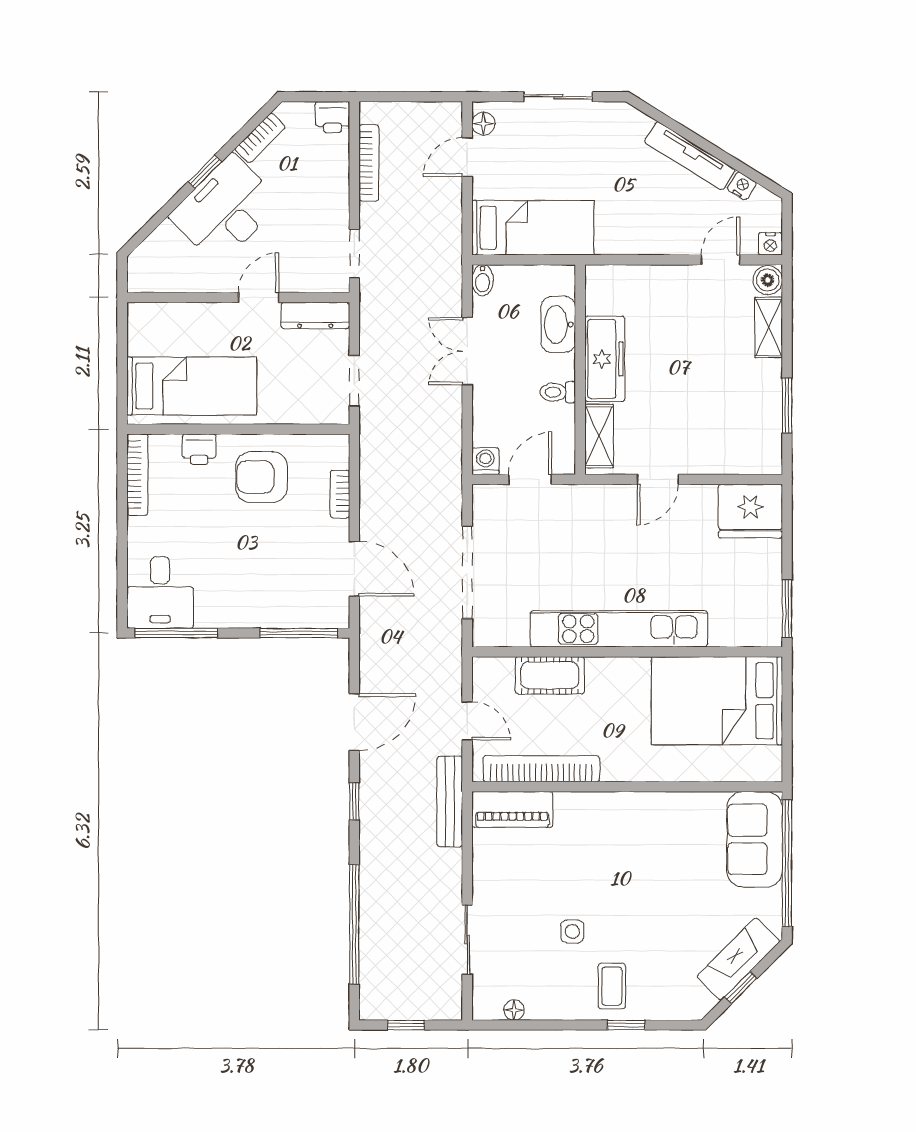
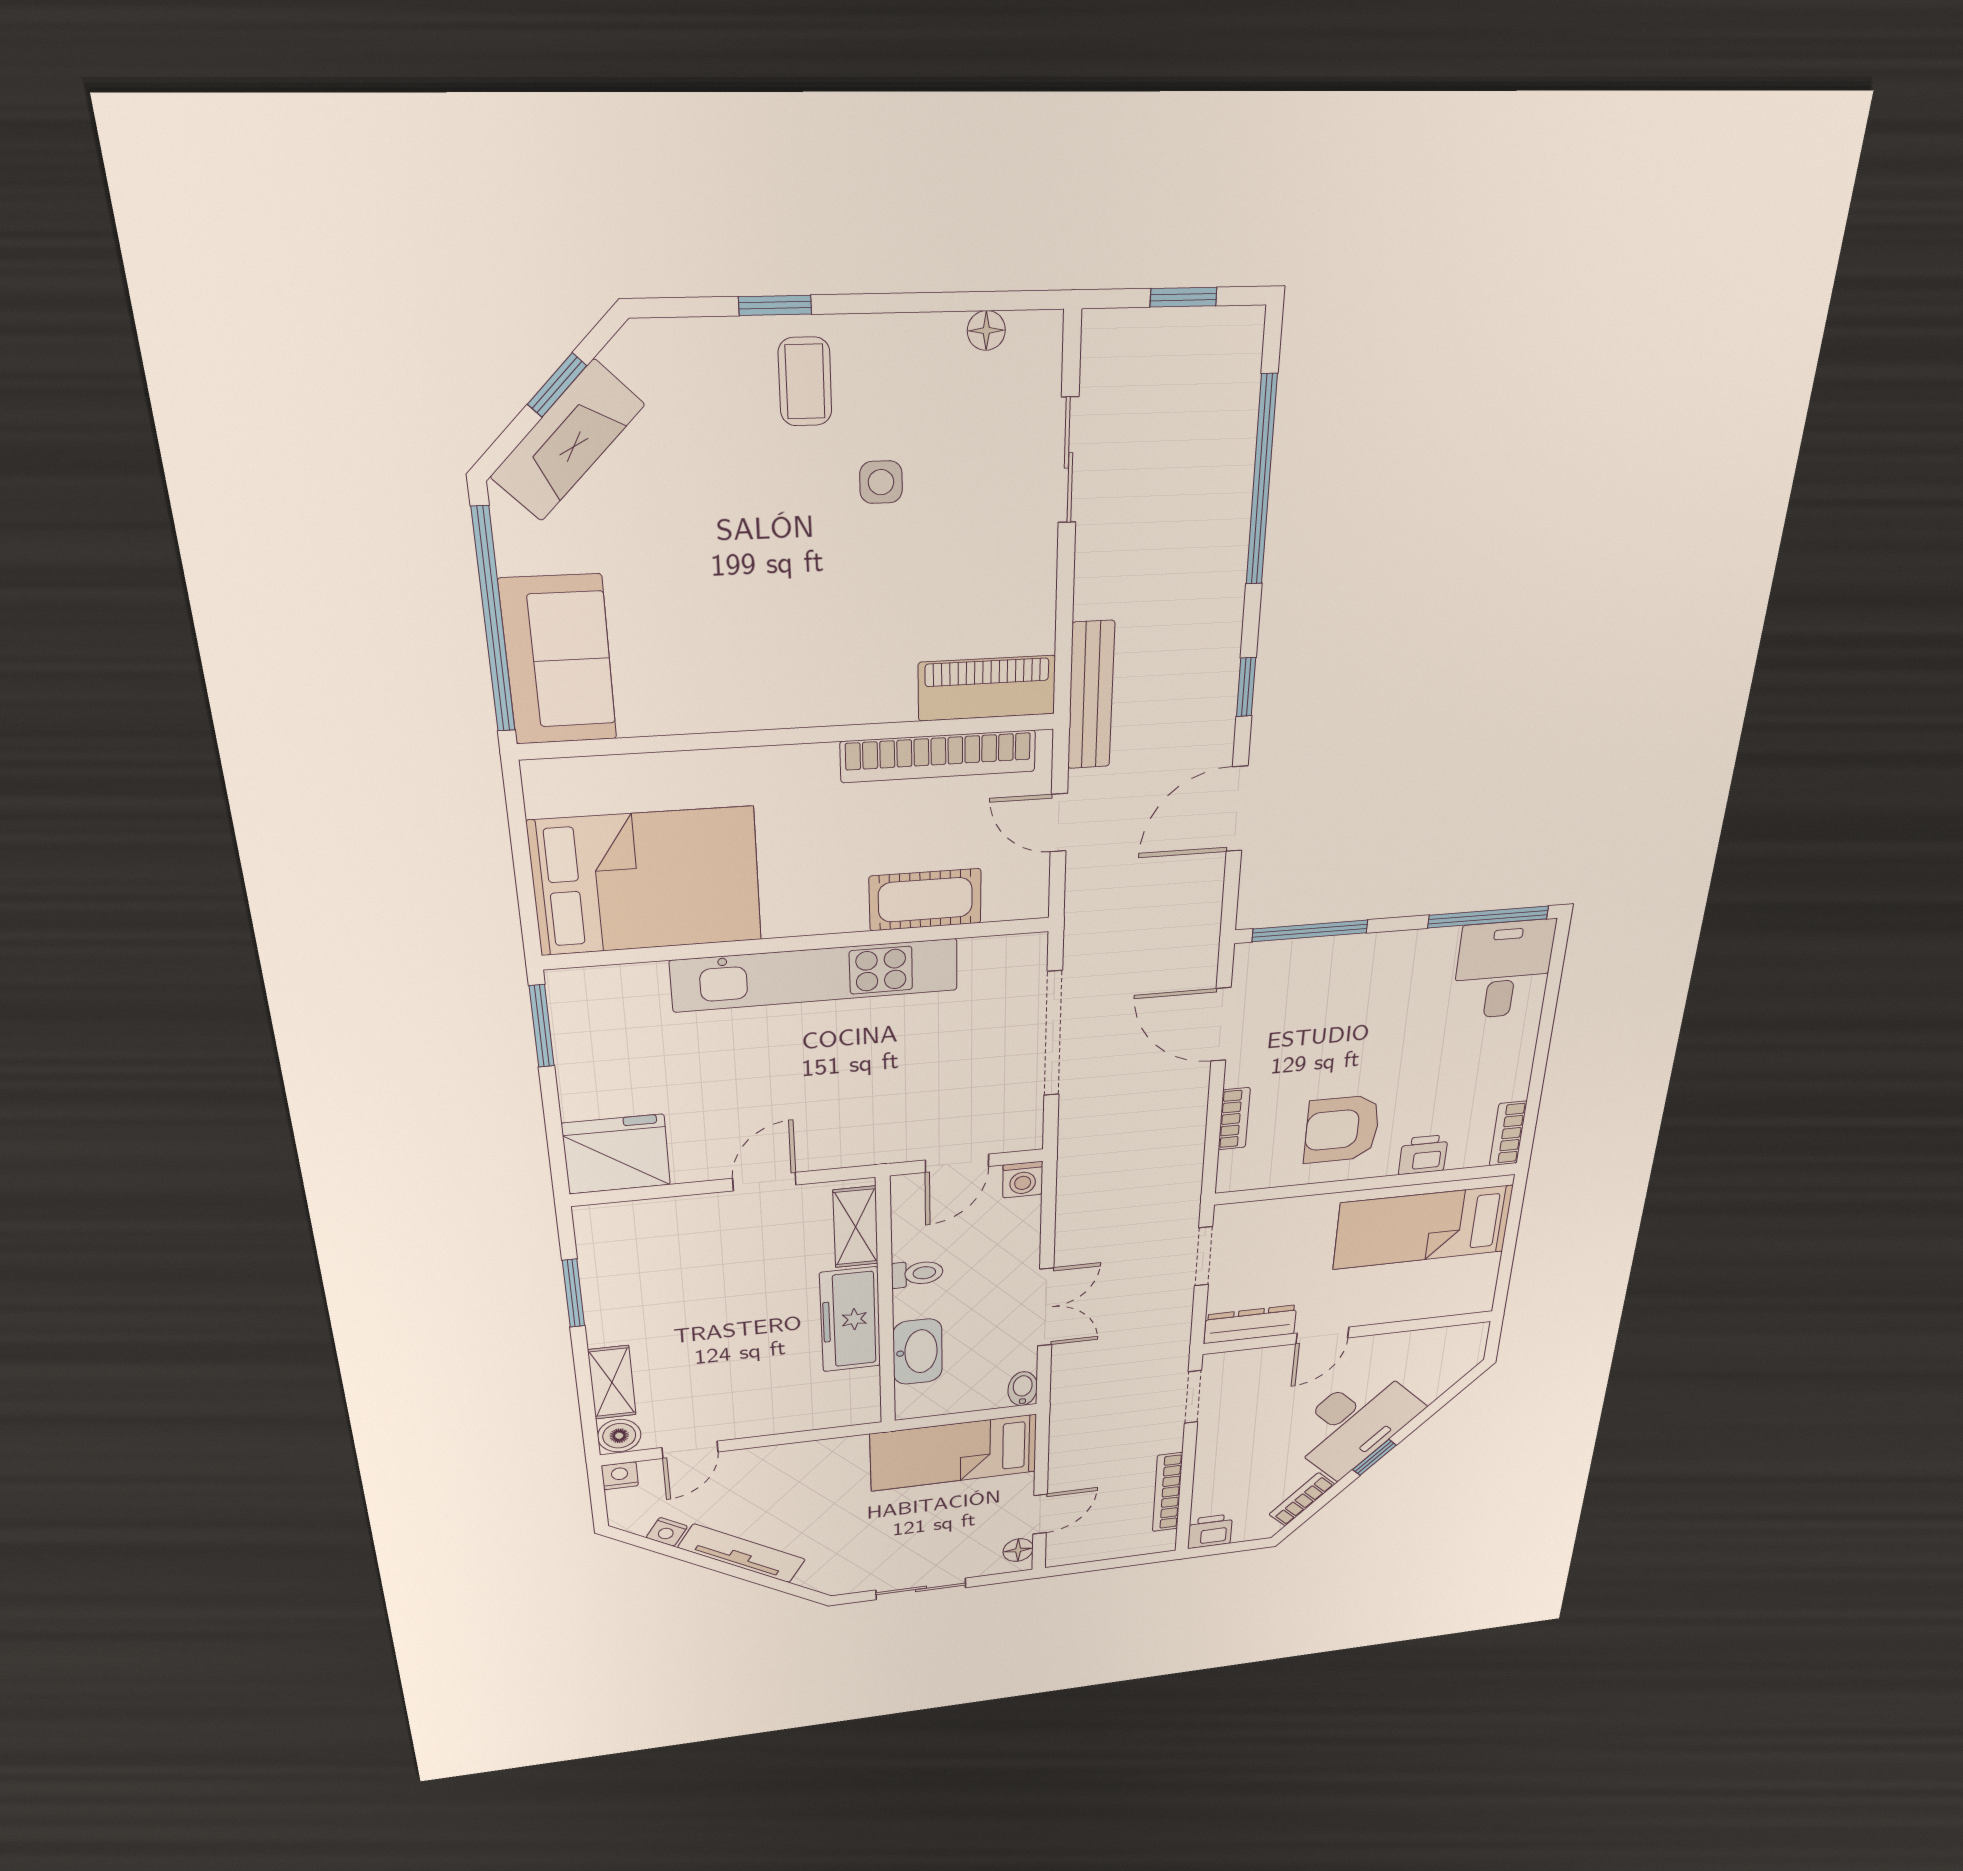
bookcase: (137, 475) -> (1508, 1133), width x0.64
armchair: (262, 477) -> (1342, 1129), turned 180

